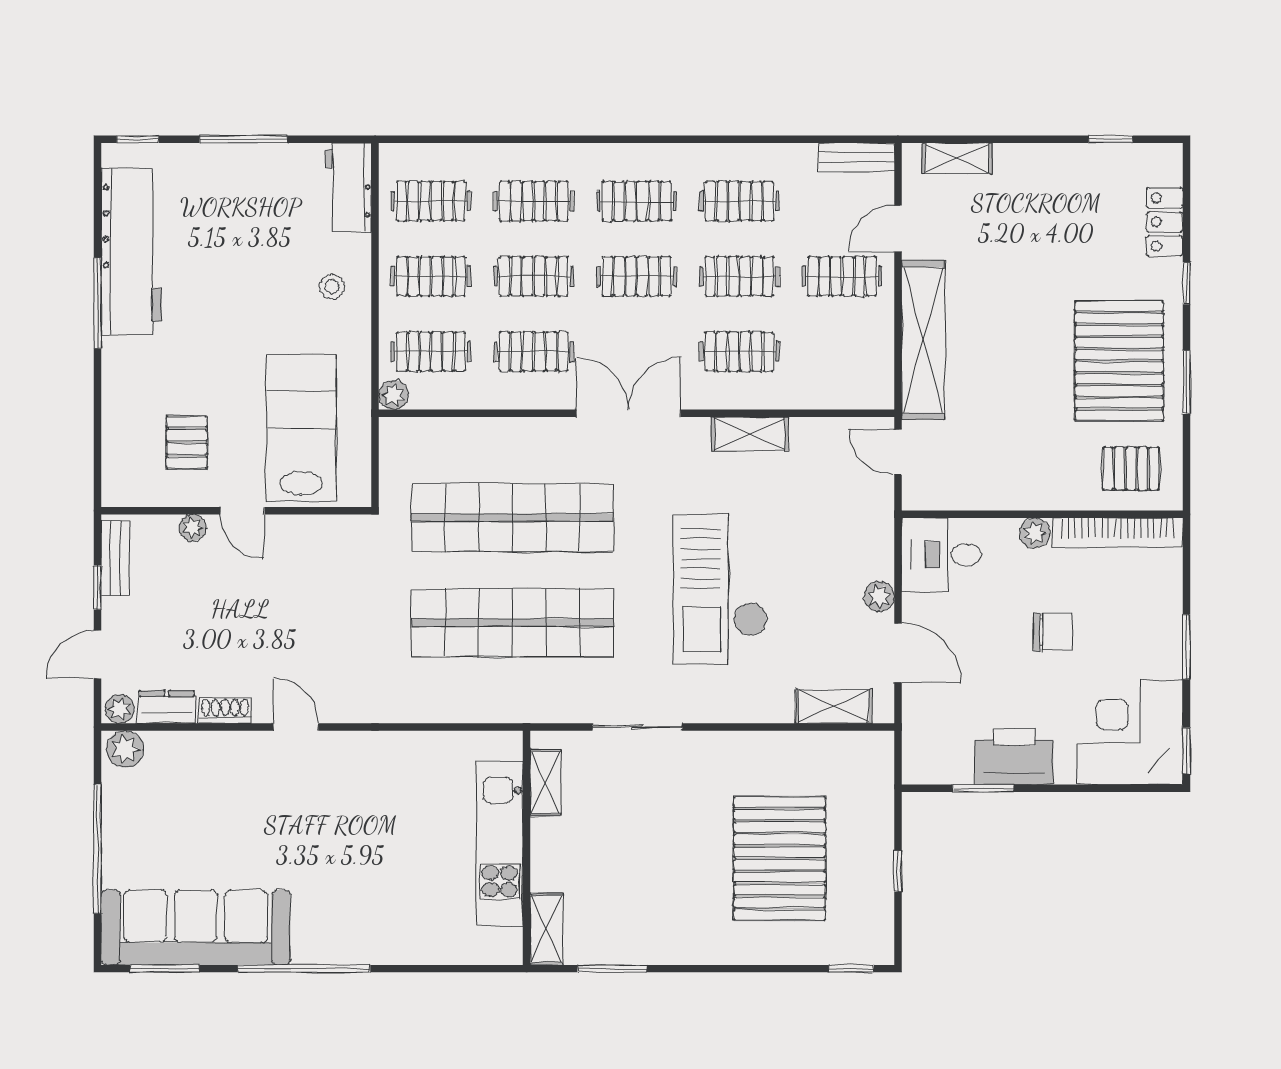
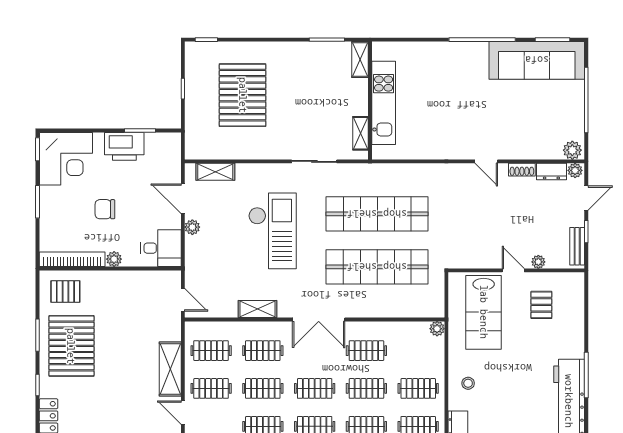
door: (898, 229) -> (183, 413), swing flipped
shelving: (923, 340) -> (170, 369), width x0.68
clothes rail: (431, 352) -> (211, 351), moved

